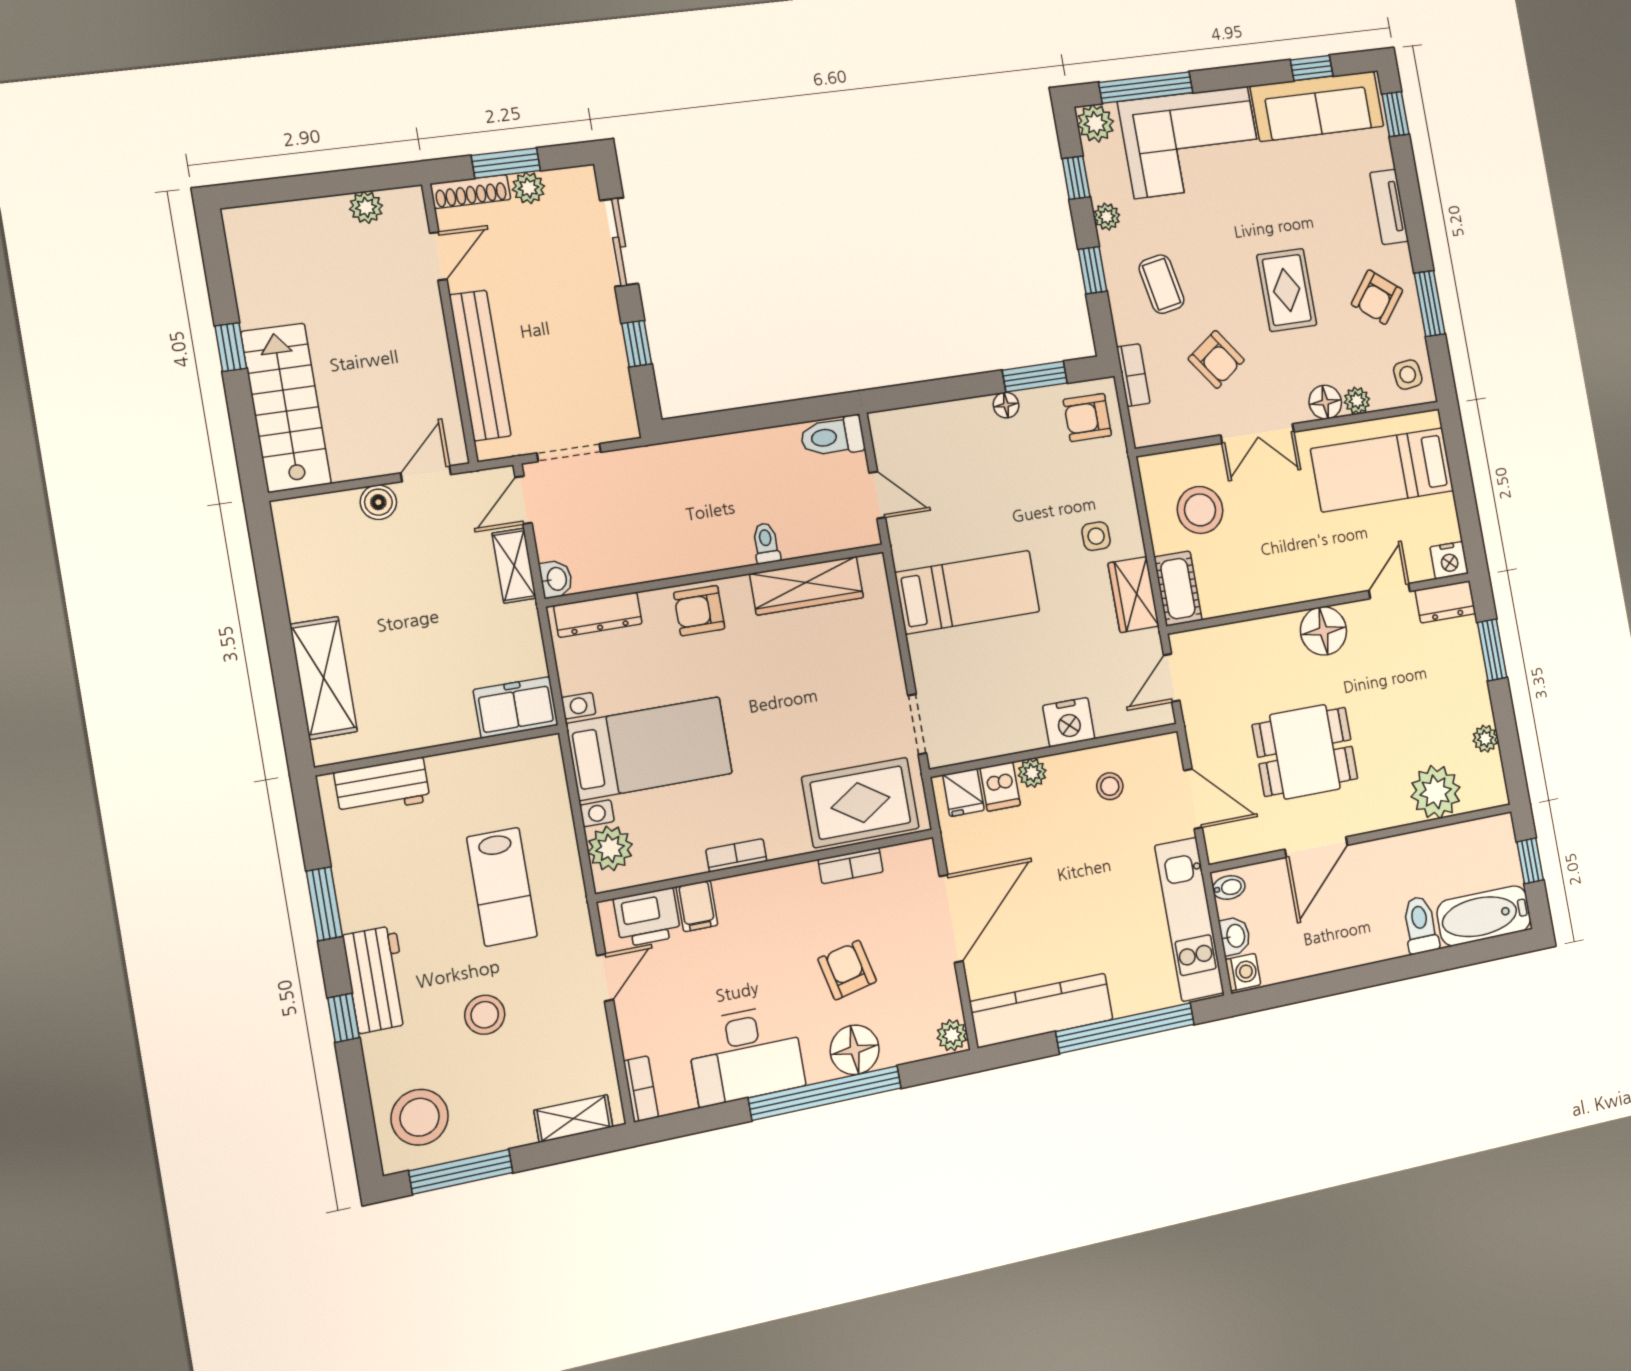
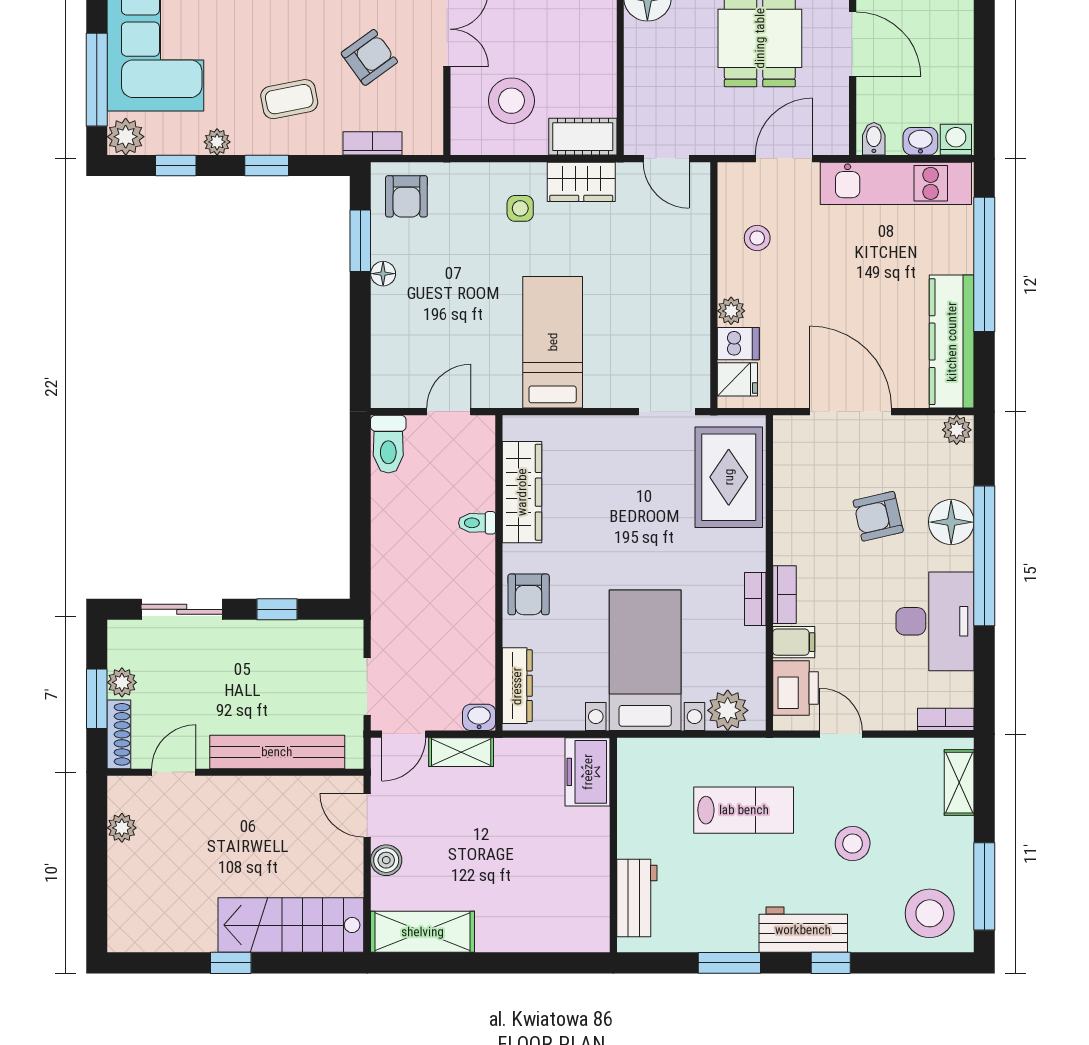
door: (438, 256) -> (174, 772), hinge flipped
door: (523, 500) -> (404, 734), hinge flipped
shelving: (324, 678) -> (423, 932), moved
nightstand: (1069, 722) -> (690, 267), removed
bookcase: (851, 866) -> (784, 595), moved

